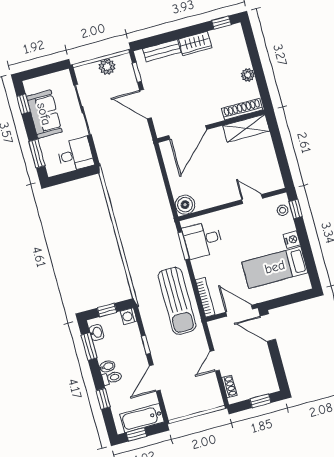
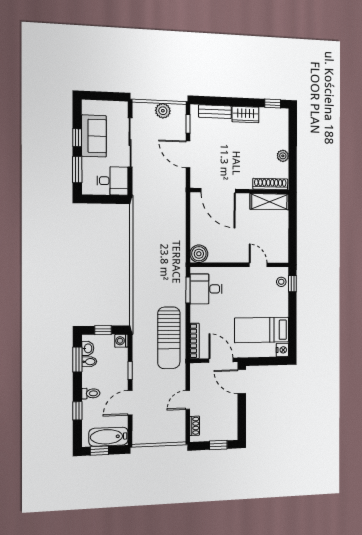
window: (24, 104) -> (77, 138), moved
door: (188, 133) -> (218, 191), hinge flipped
nightstand: (292, 240) -> (282, 350), moved
bidet: (107, 366) -> (89, 362), moved

